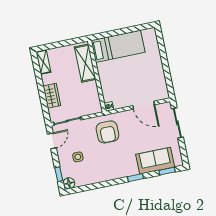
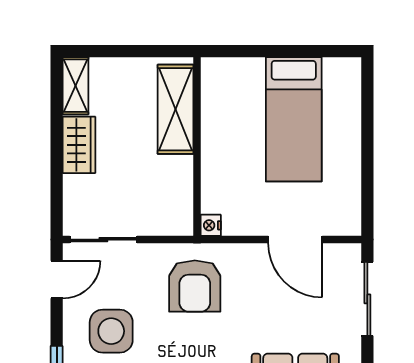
bed: (118, 46) -> (294, 119), moved, turned 90
wardrobe: (52, 96) -> (79, 145), moved
side table: (78, 157) -> (111, 331), width x1.87, depth x1.87

